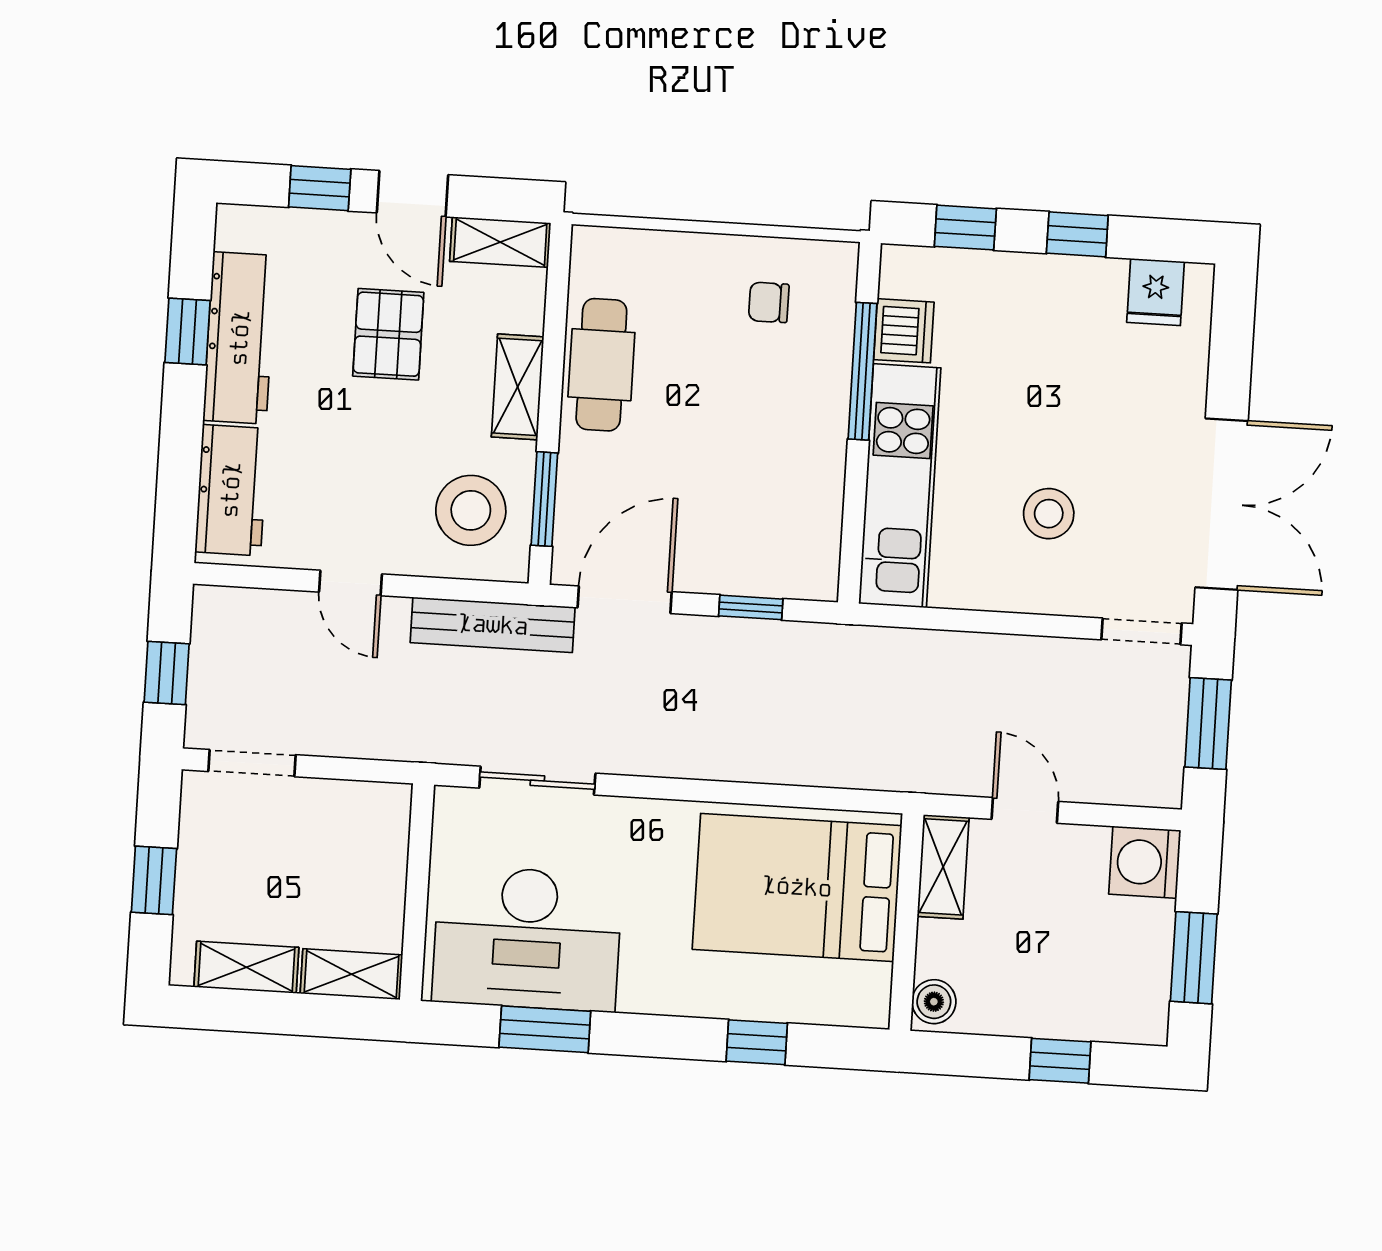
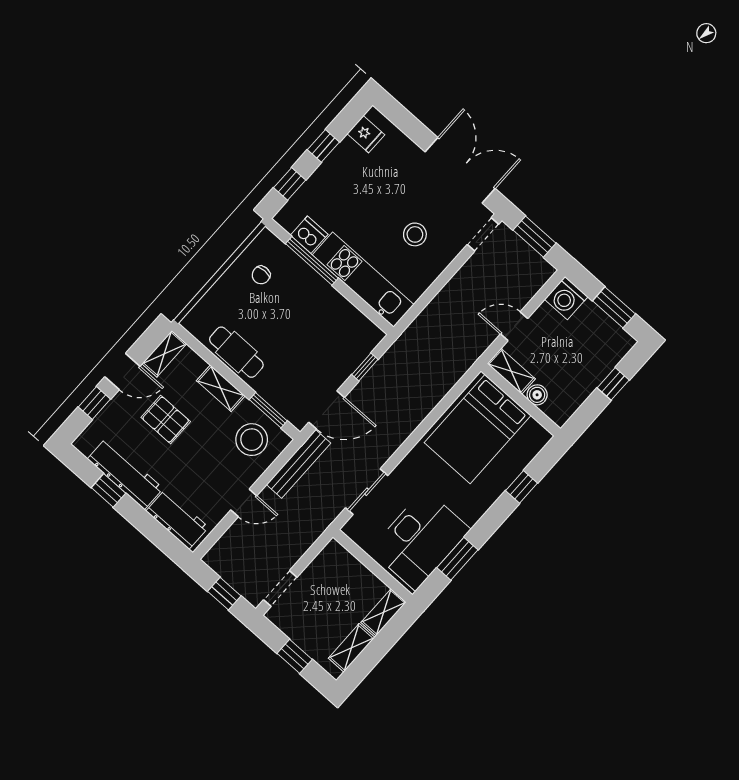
door: (625, 600) -> (327, 410), swing flipped
boiler: (934, 1002) -> (537, 395), moved

